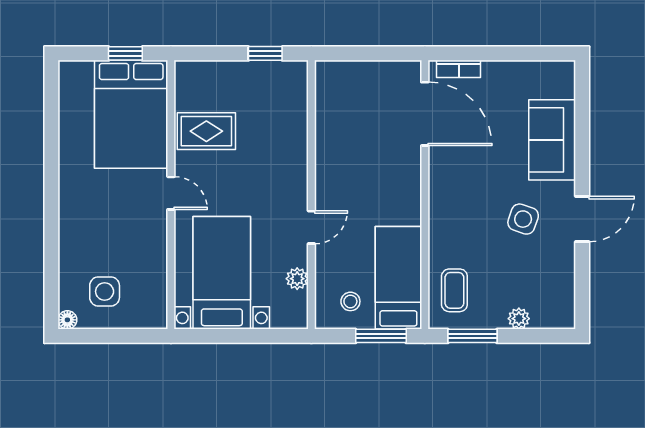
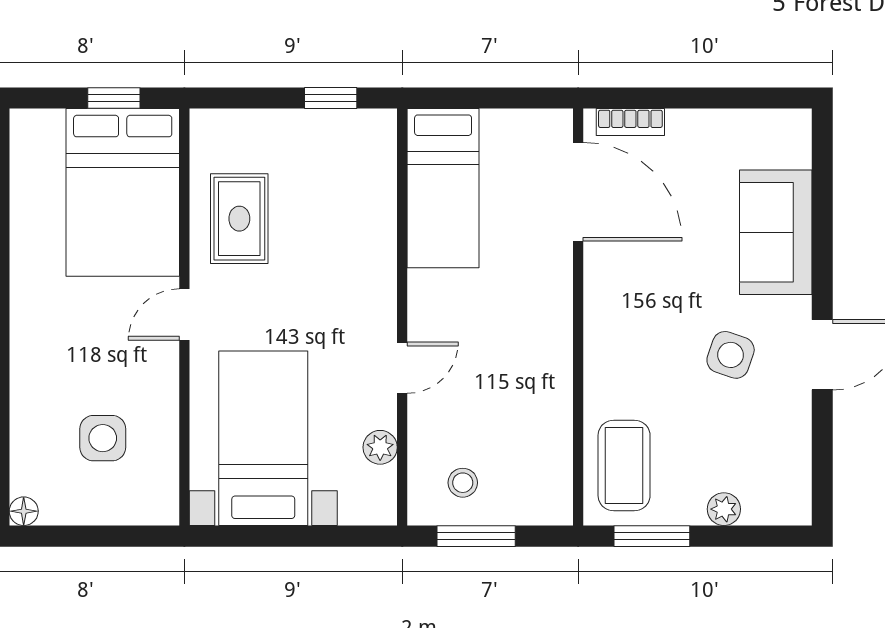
rug: (206, 131) -> (239, 219), turned 90
door: (171, 193) -> (184, 315), swing flipped
bed: (398, 278) -> (443, 188), moved, turned 180
coffee table: (454, 290) -> (624, 465), width x1.36, depth x1.30
side table: (105, 291) -> (103, 438), moved
window: (381, 336) -> (476, 536), moved

